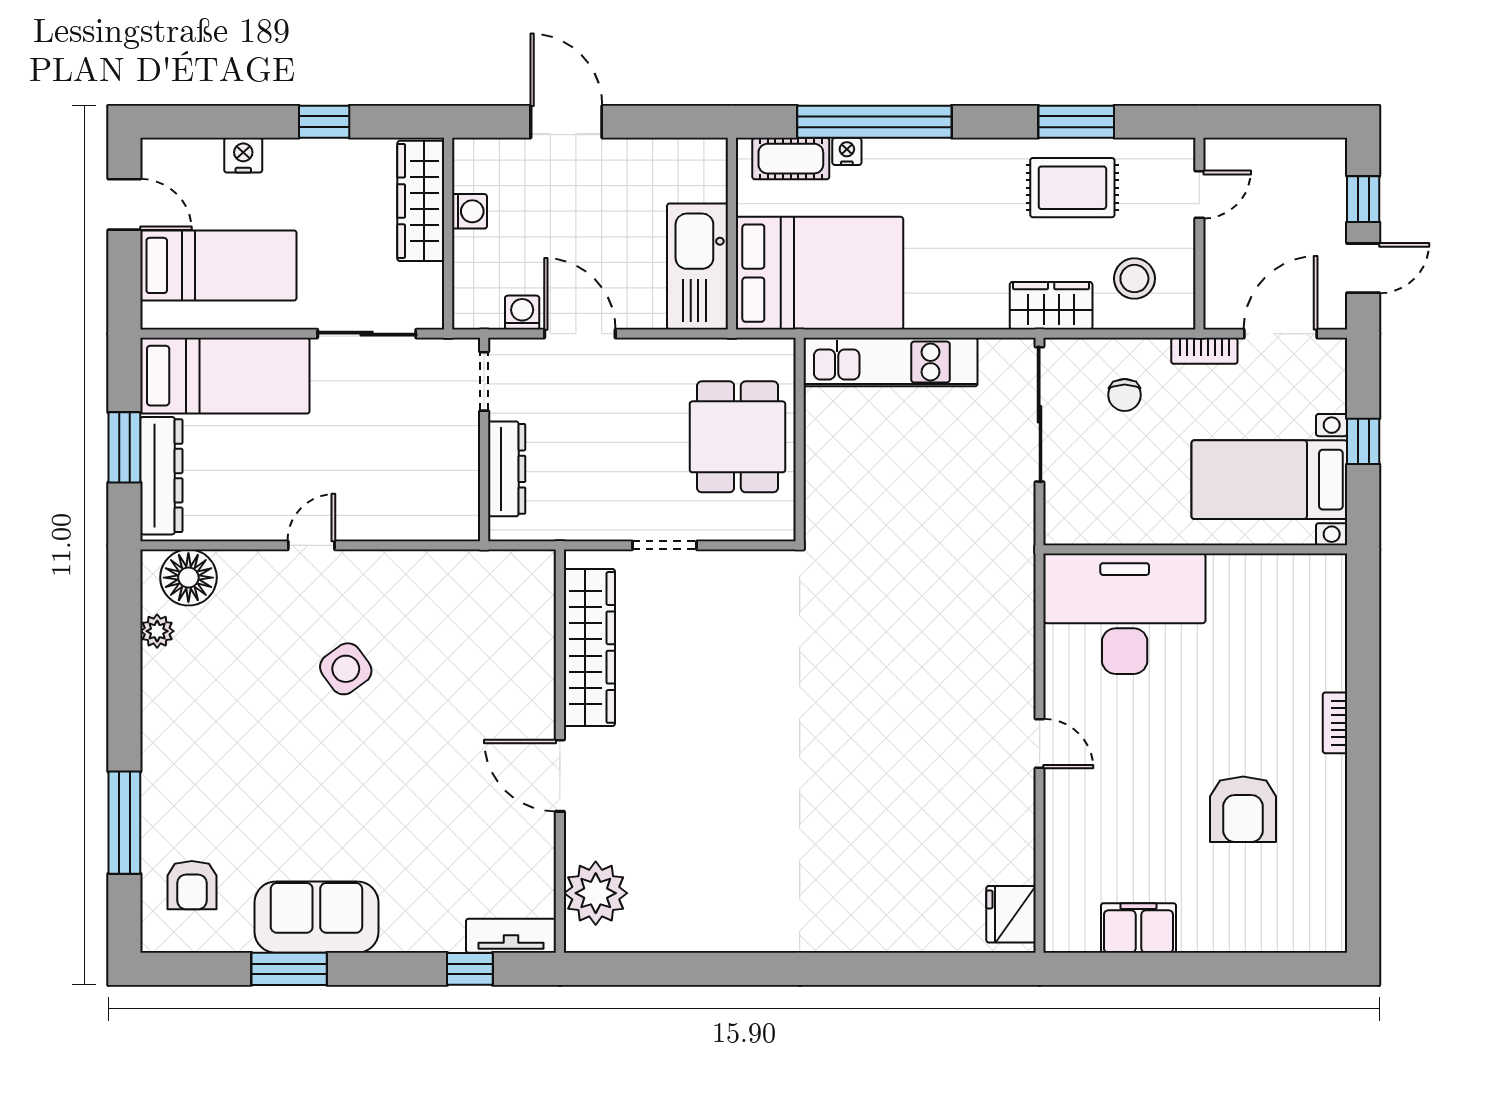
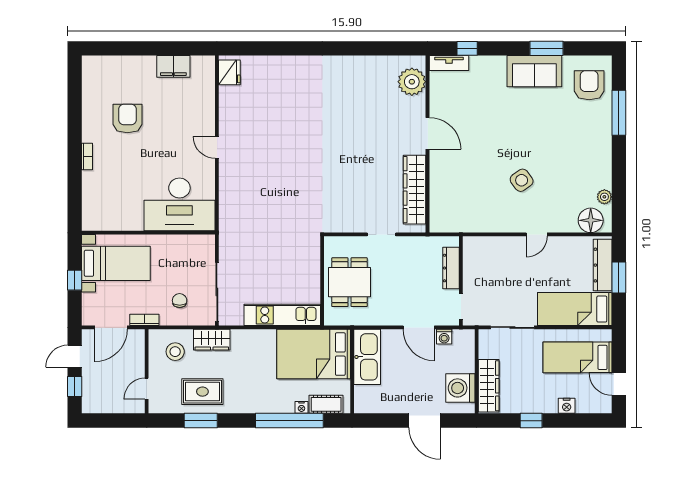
washing machine: (469, 211) -> (460, 388), width x1.89, depth x1.89
armchair: (192, 885) -> (589, 85), width x1.38, depth x1.38

